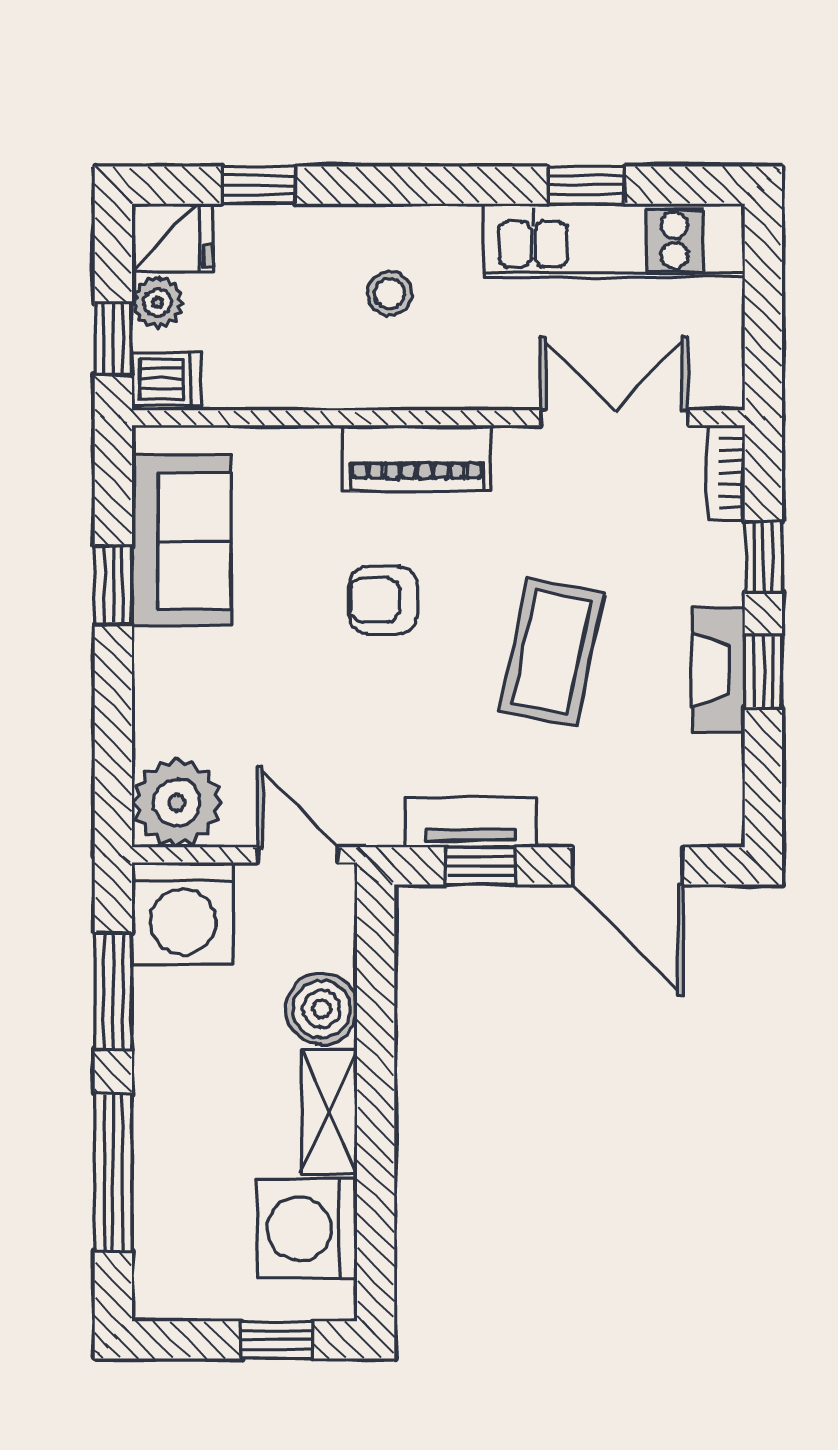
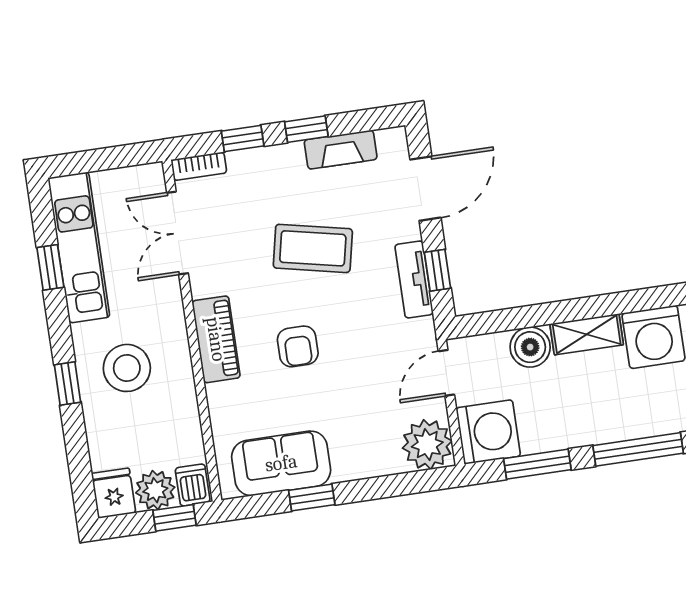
window: (258, 185) -> (68, 383), moved
stool: (389, 294) -> (127, 368), width x1.89, depth x1.89
plant: (157, 302) -> (155, 490), width x1.38, depth x1.38
fireplace: (718, 670) -> (341, 150), moved

